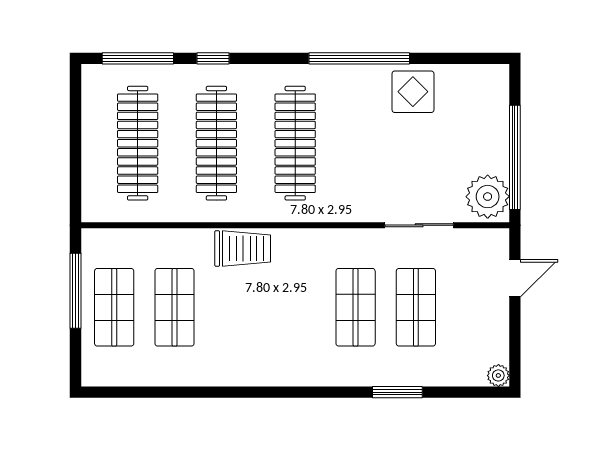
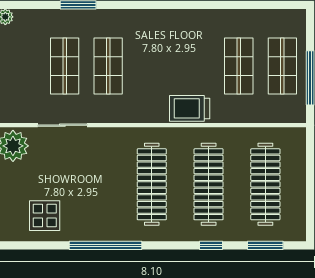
window: (138, 58) -> (265, 245), width x0.69
display table: (413, 92) -> (45, 216), moved

